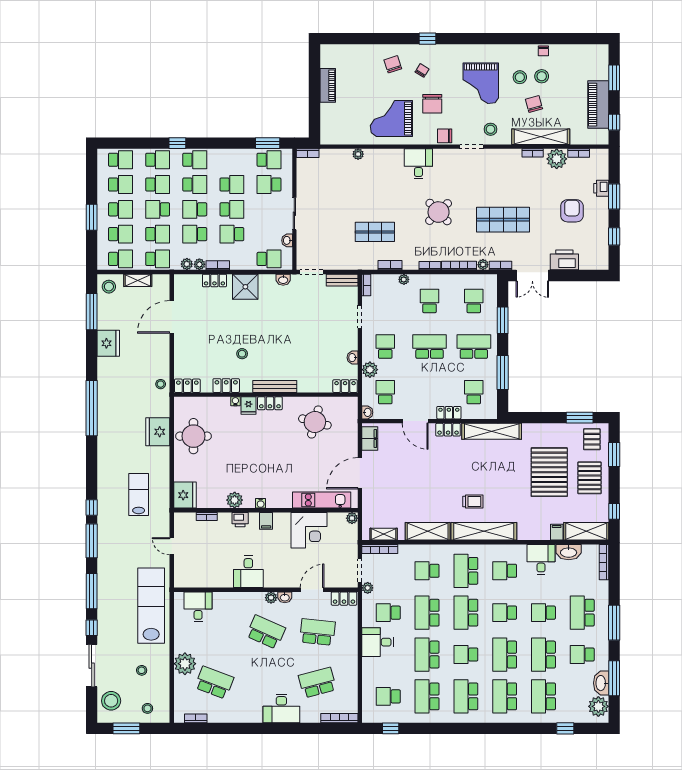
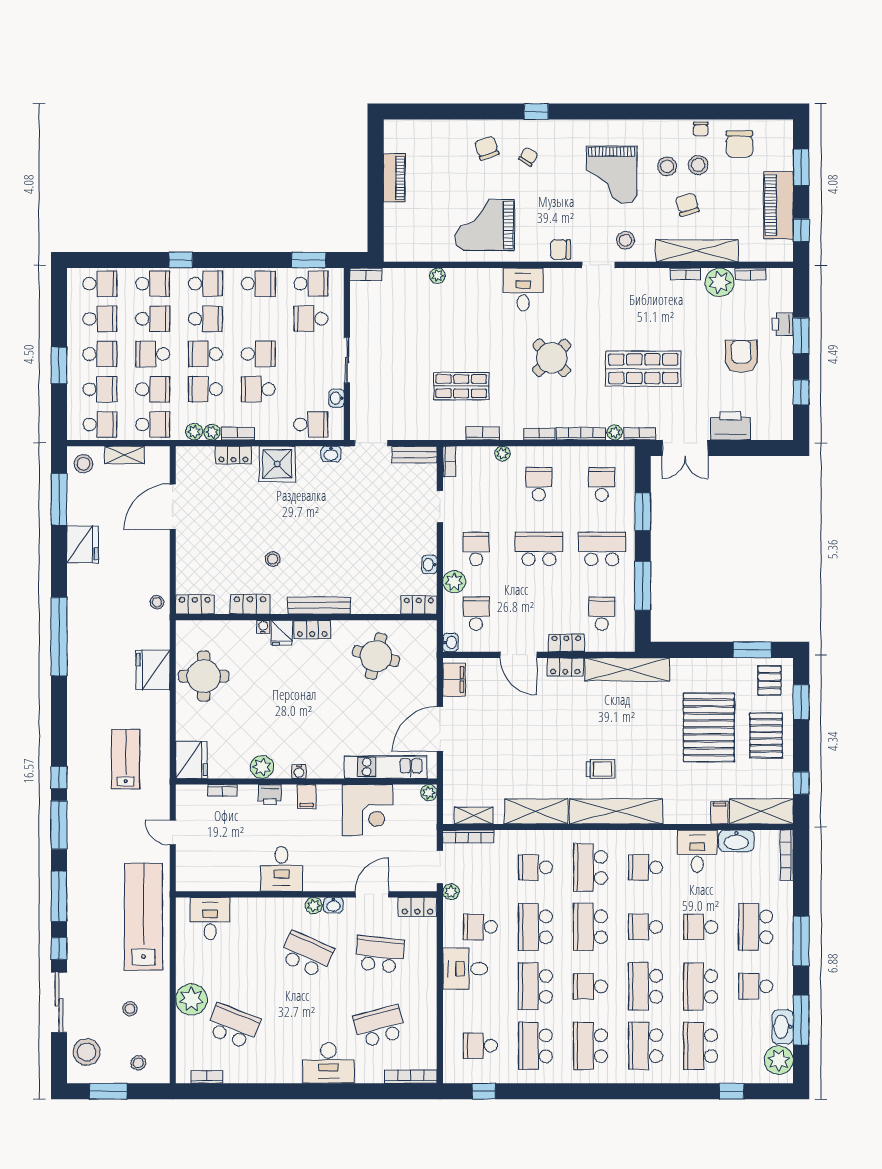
chair: (432, 104) -> (739, 144), moved
school desk: (232, 185) -> (258, 284), moved

